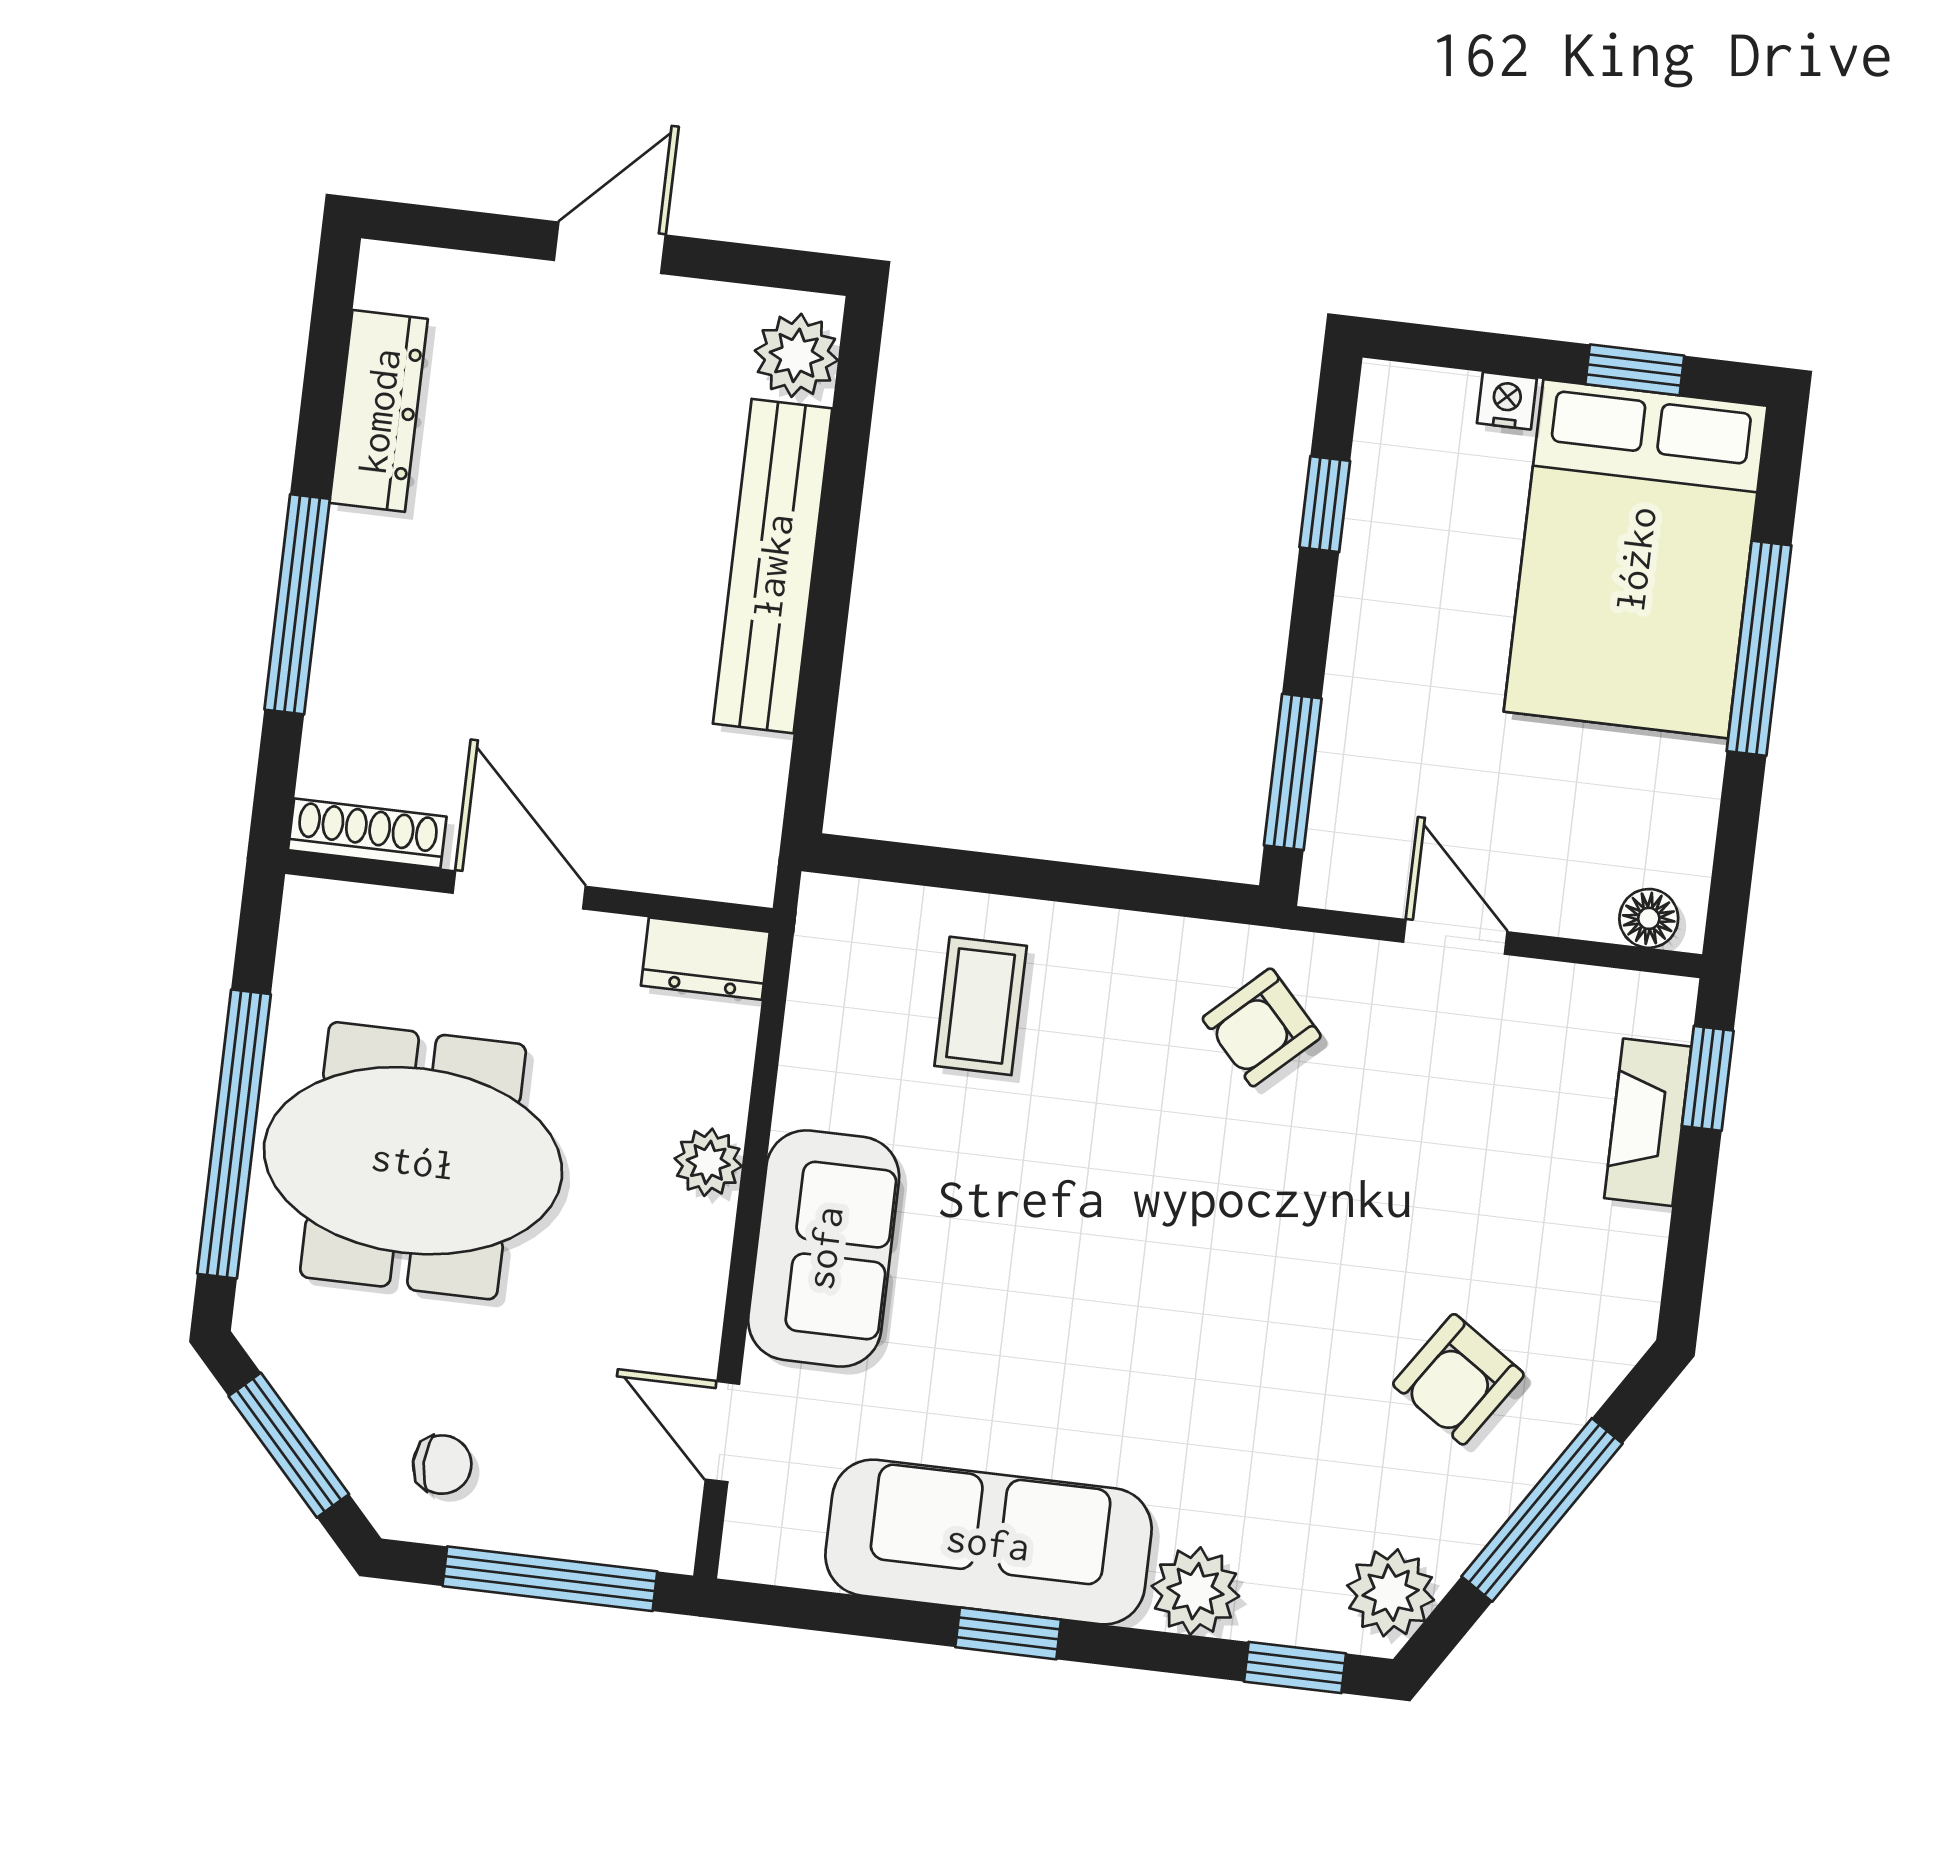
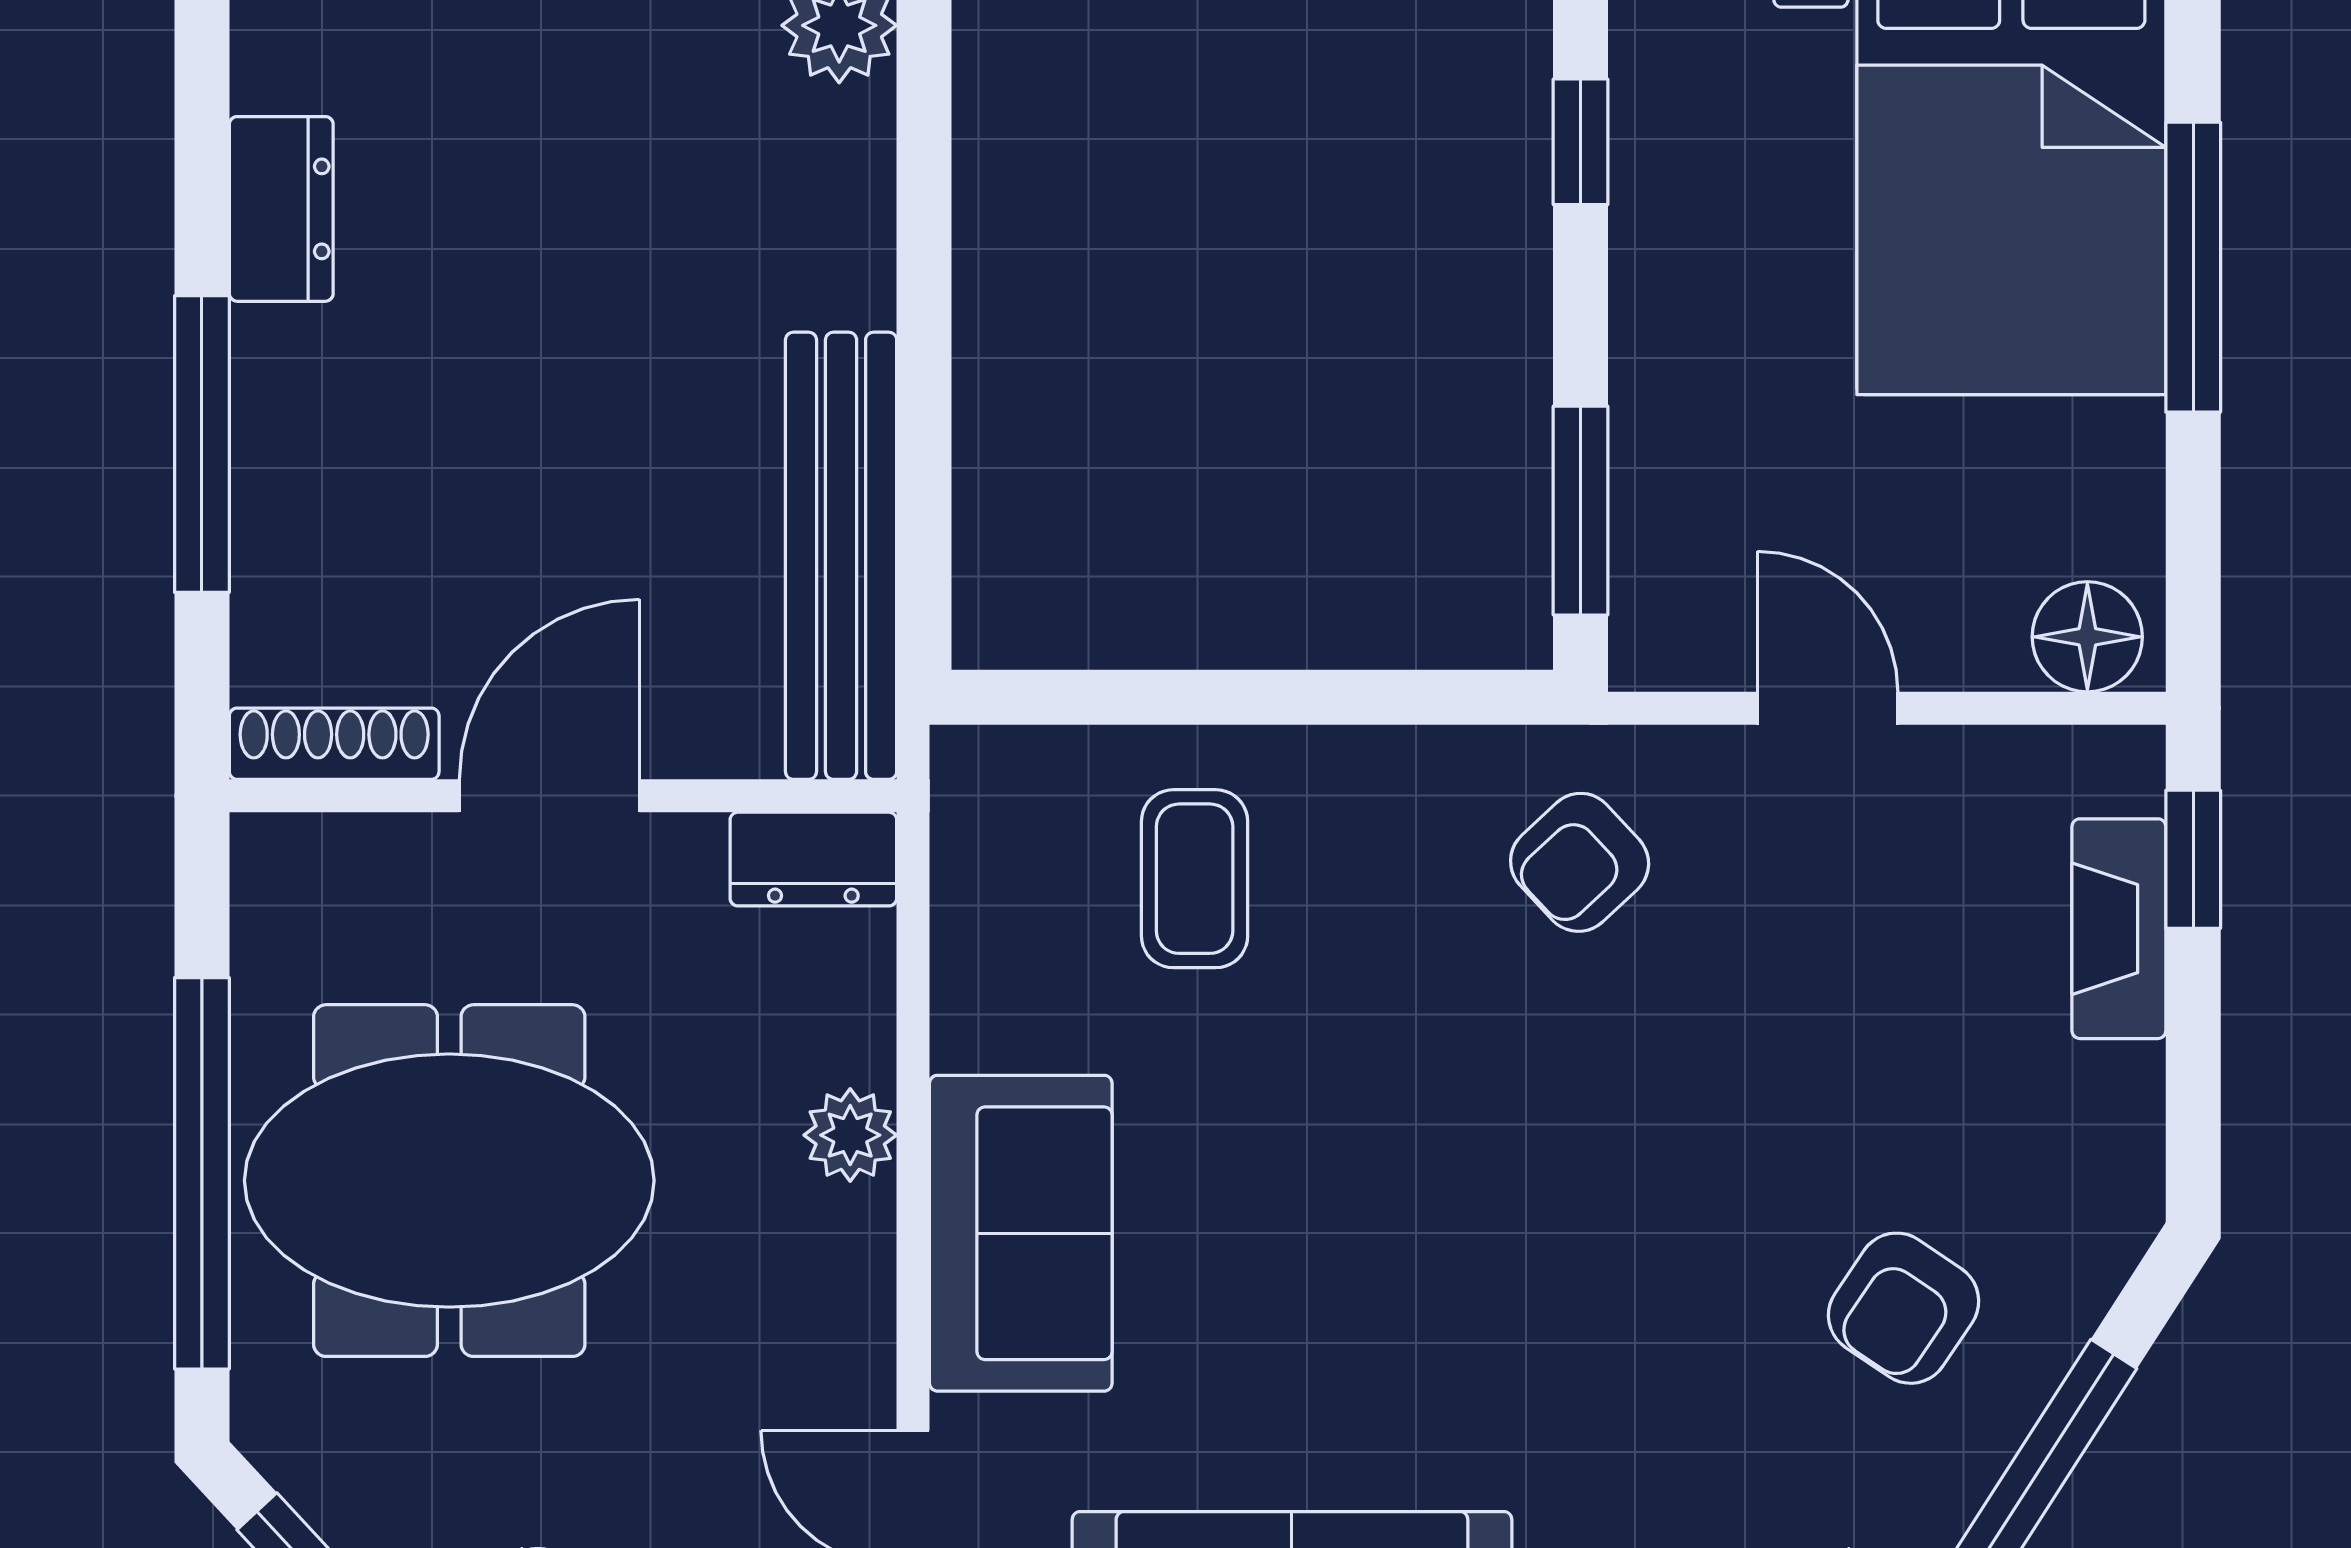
dresser: (379, 411) -> (281, 209), width x0.70
bench: (773, 566) -> (841, 556), moved
door: (519, 890) -> (549, 796), hinge flipped
floor lamp: (1649, 918) -> (2087, 637), width x1.37, depth x1.37

